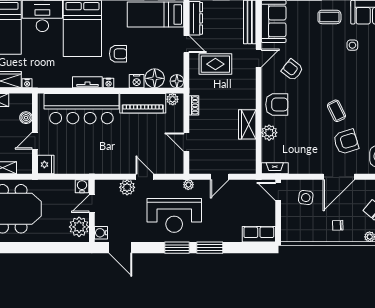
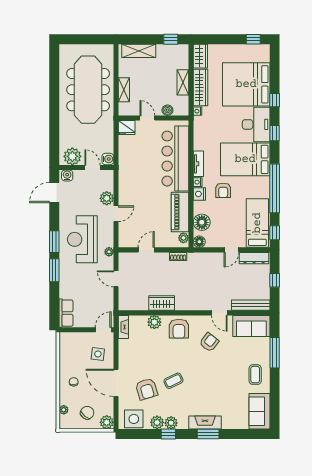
side table: (352, 45) -> (231, 395), removed
rug: (215, 64) -> (214, 275), removed
nightstand: (137, 81) -> (199, 194), moved

